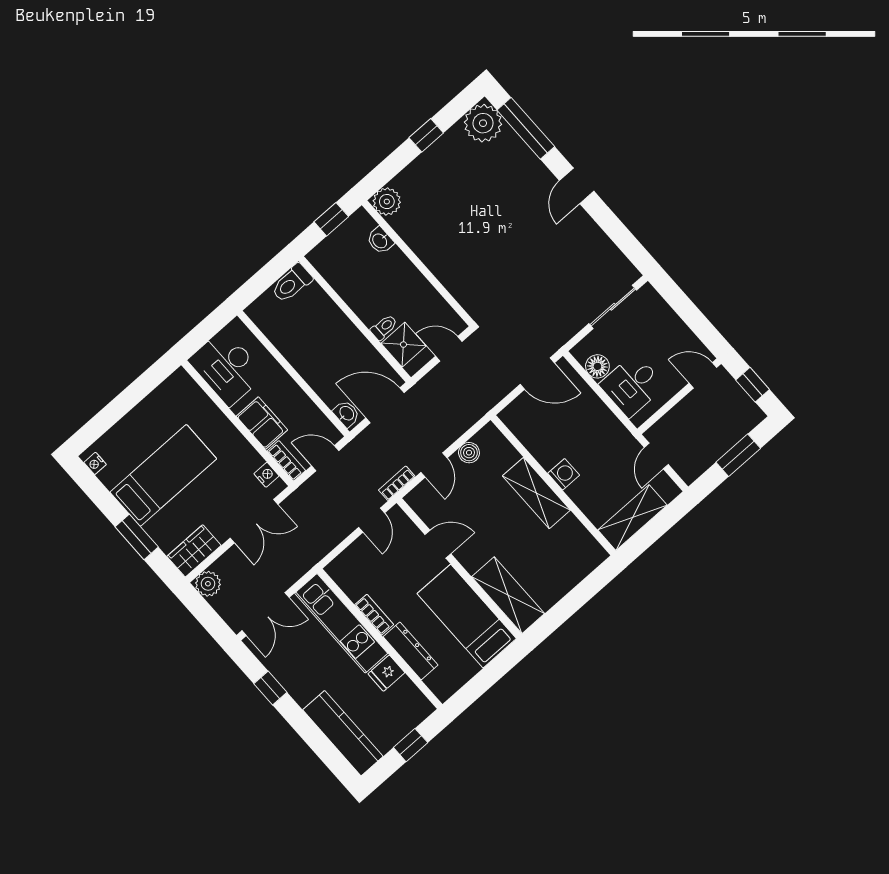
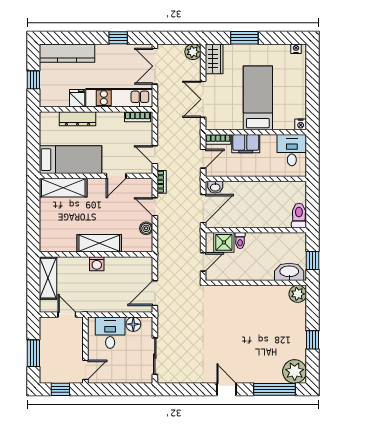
washbasin: (380, 241) -> (289, 272), width x1.91, depth x1.45
desk: (227, 368) -> (292, 150), width x0.73
bed: (163, 475) -> (258, 98), moved, turned 180
nightstand: (266, 475) -> (301, 124), moved
bookcase: (374, 615) -> (137, 117), moved

